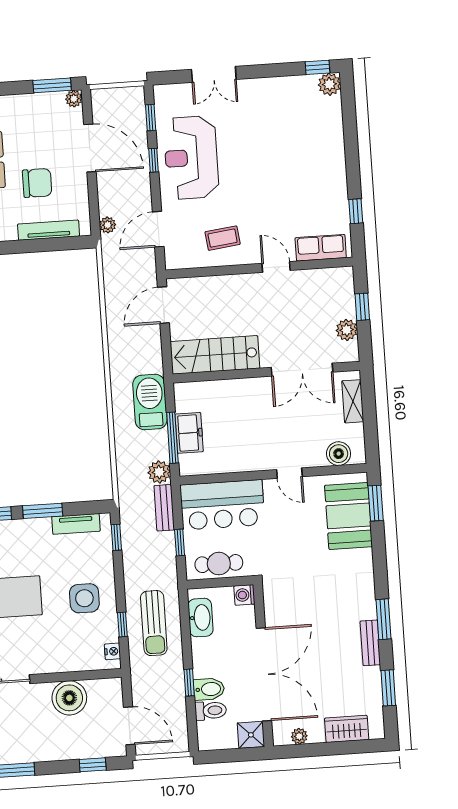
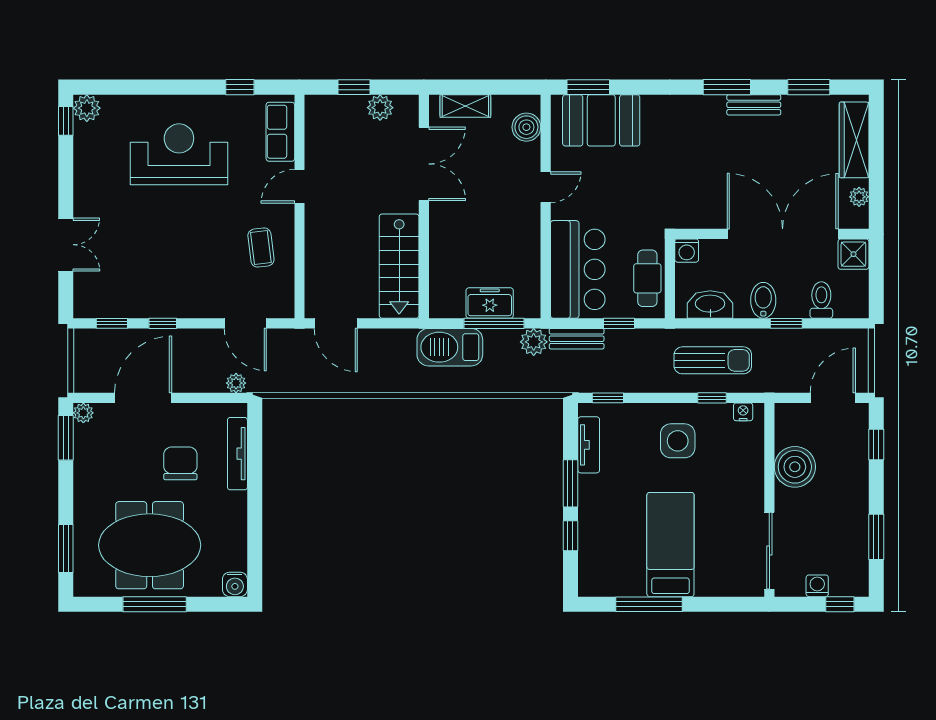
reception desk: (191, 158) -> (179, 154), moved, turned 180
bidet: (209, 689) -> (763, 300), moved
wardrobe: (347, 729) -> (854, 140), width x1.50

